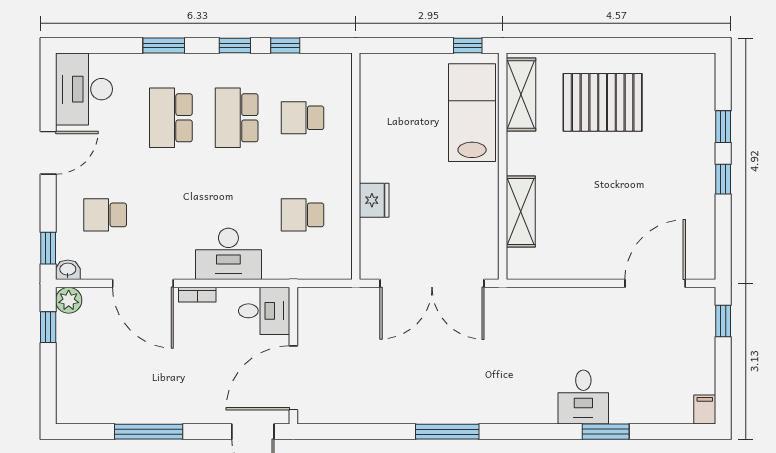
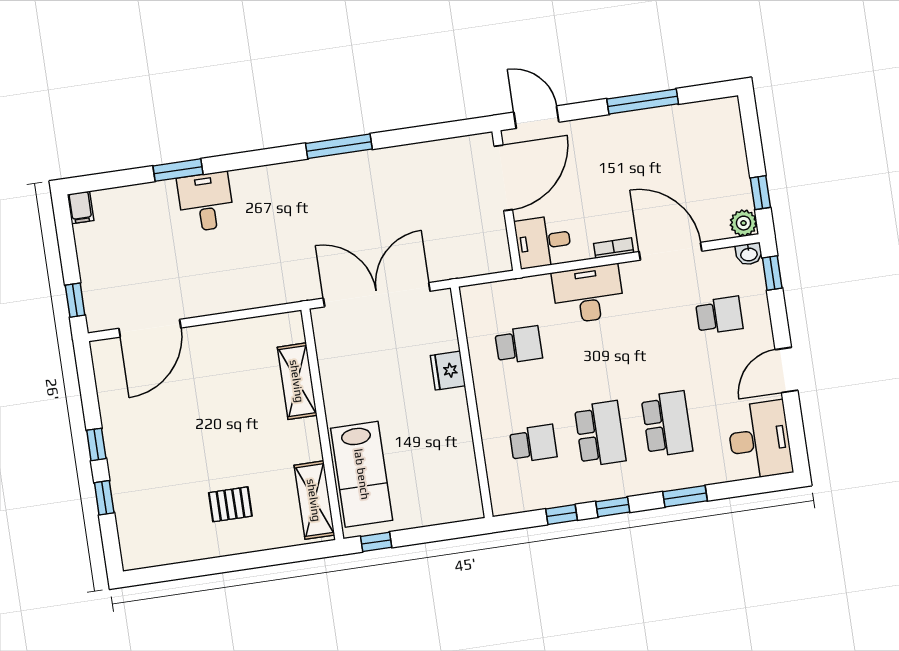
pallet: (603, 102) -> (230, 504), width x0.49, depth x0.50

